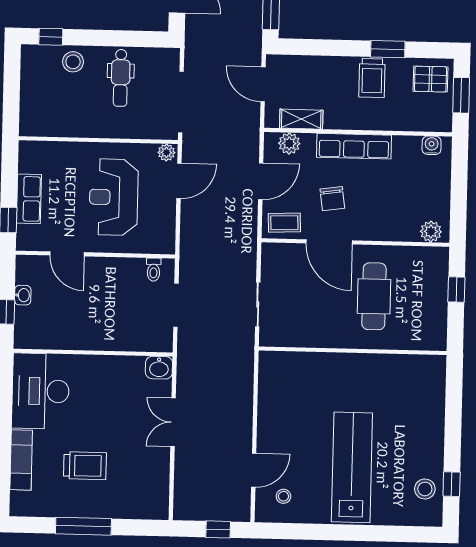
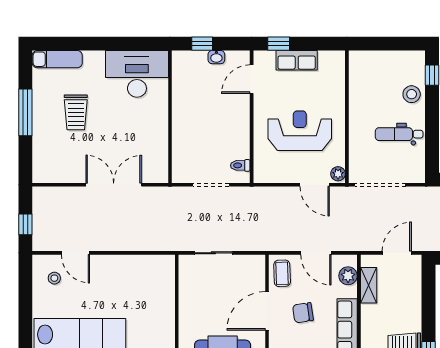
door: (67, 254) -> (252, 79), moved
washbasin: (159, 368) -> (159, 172), removed
double door: (173, 422) -> (114, 185), width x1.37
exam couch: (21, 460) -> (57, 59), moved

